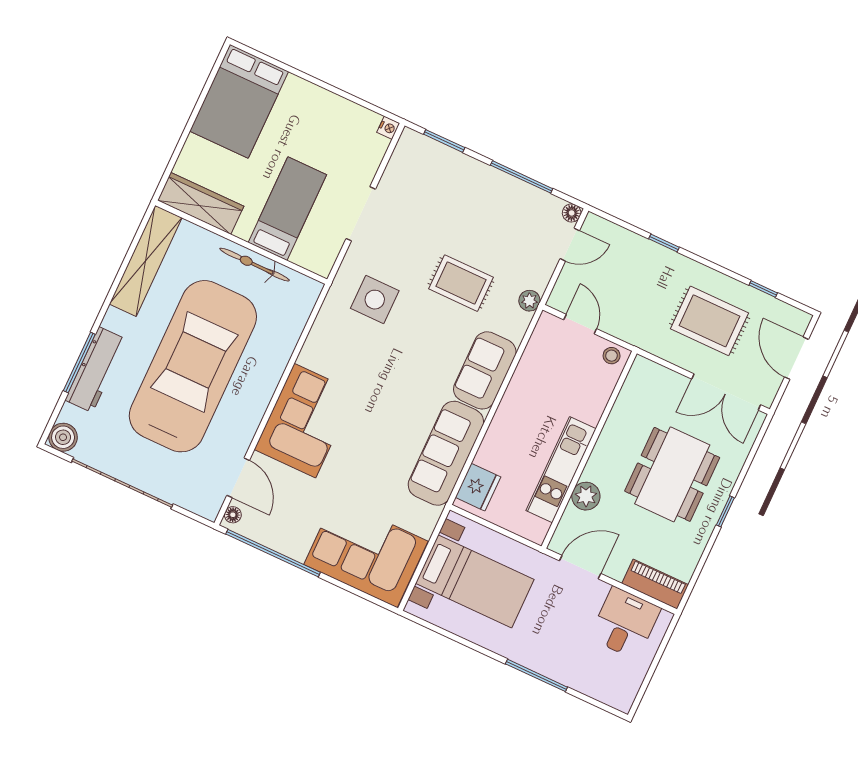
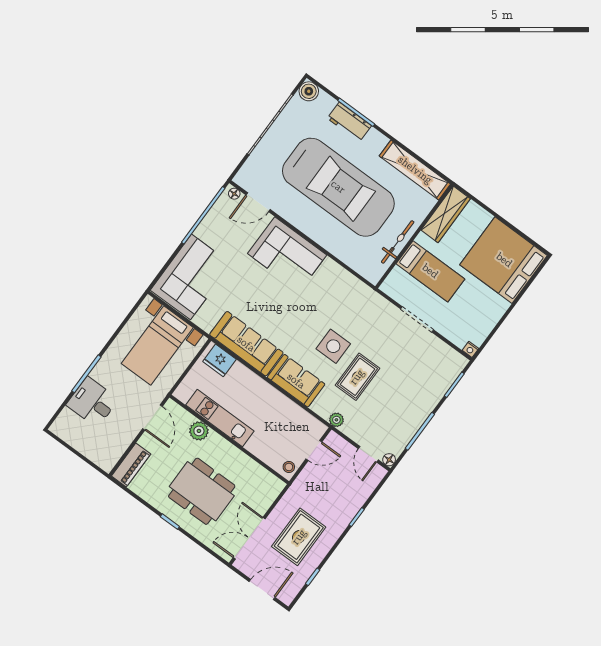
bed: (239, 101) -> (504, 260), width x1.36
side table: (375, 300) -> (333, 346), moved
workbench: (96, 370) -> (349, 122), width x0.73
desk: (625, 623) -> (92, 402), moved, turned 180

